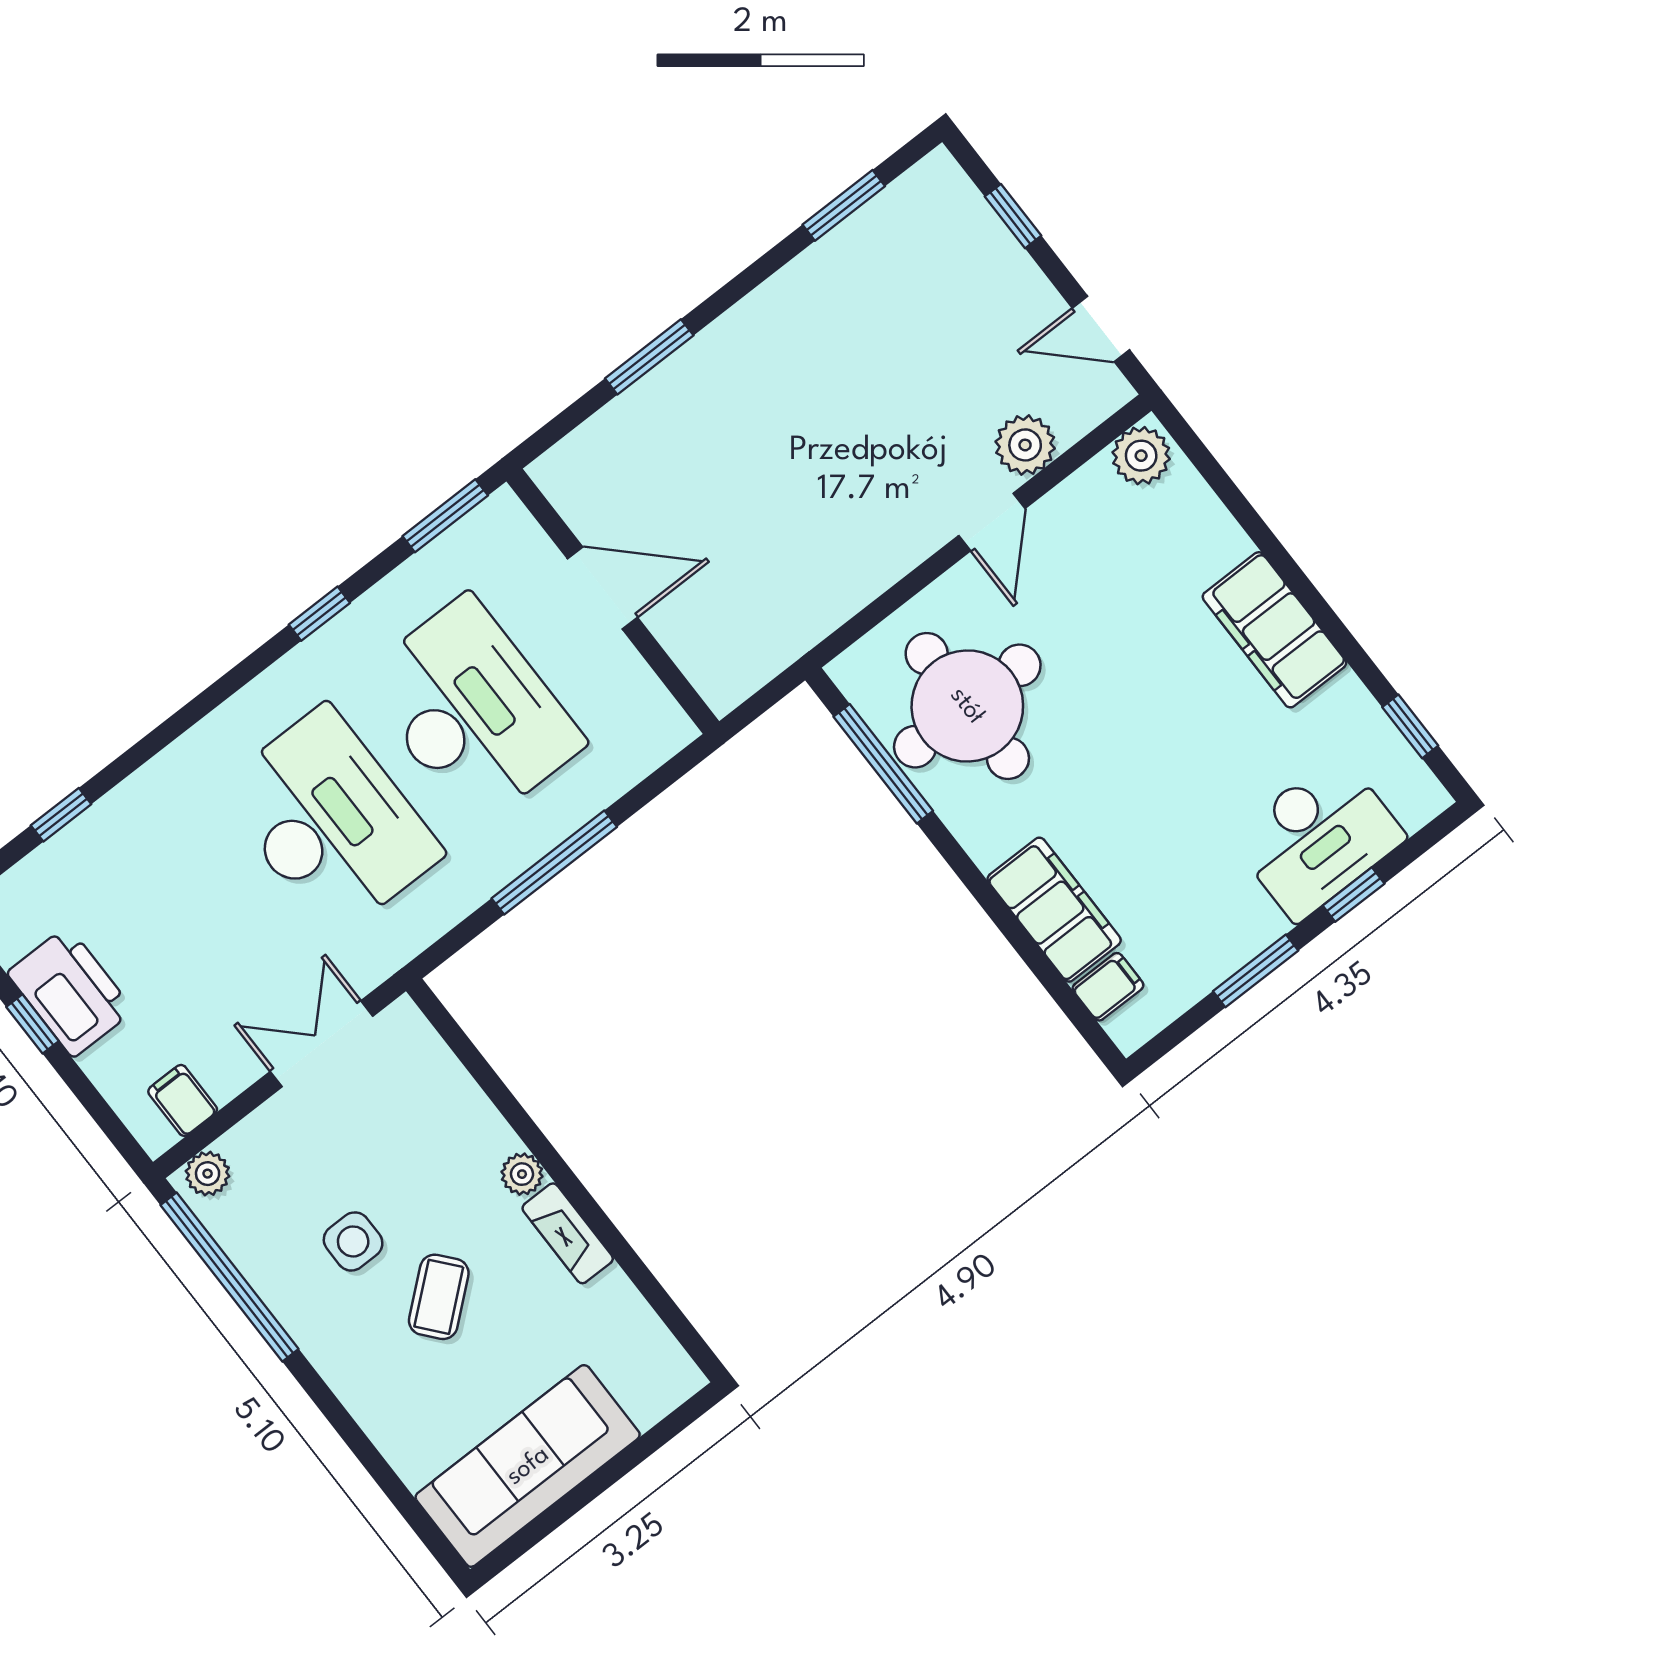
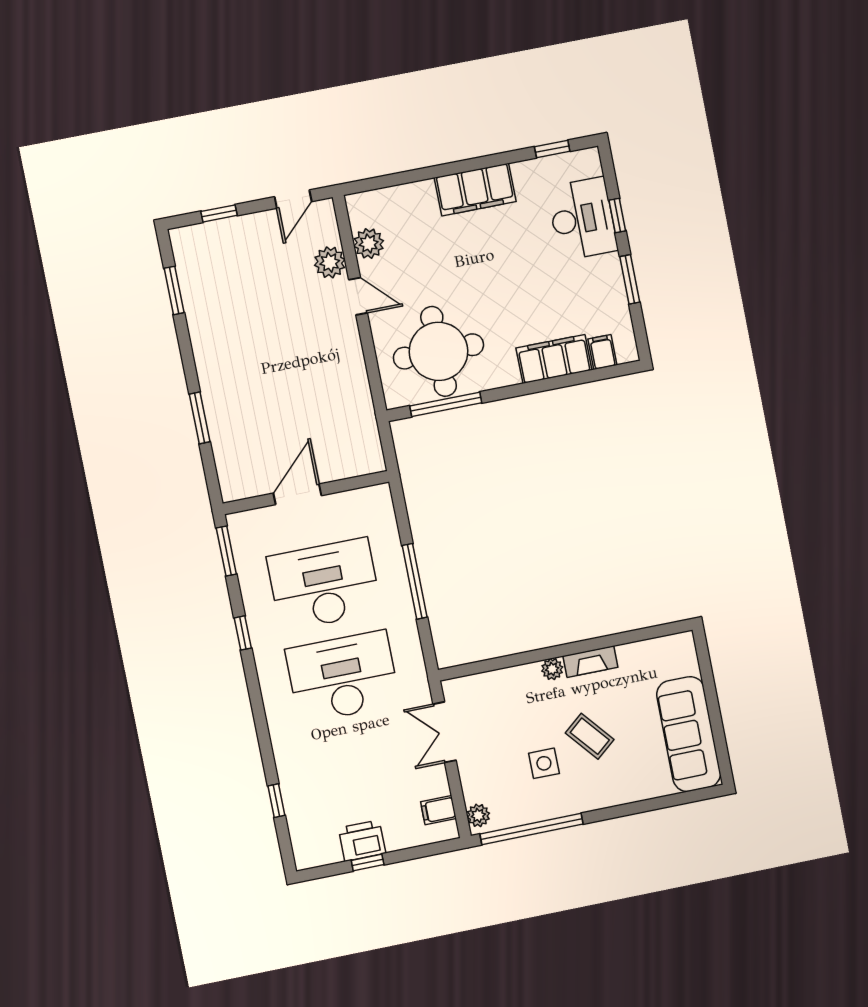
plant: (1141, 456) -> (369, 244), moved
printer: (70, 992) -> (362, 841), width x0.73, depth x0.84

